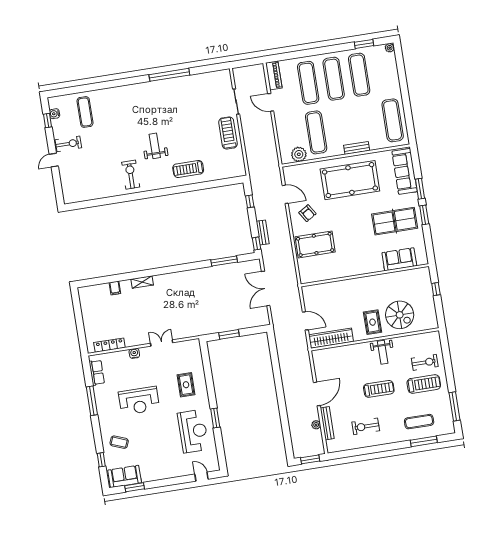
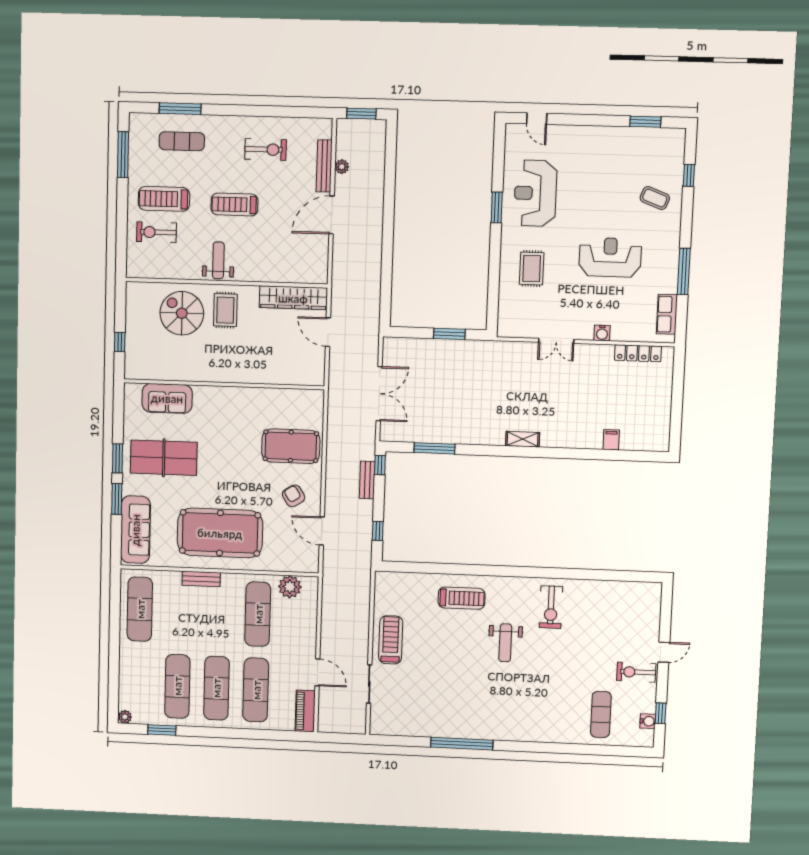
treadmill: (228, 133) -> (391, 640), turned 180
shelving: (142, 282) -> (523, 439), moved
sofa: (125, 476) -> (658, 142), removed

